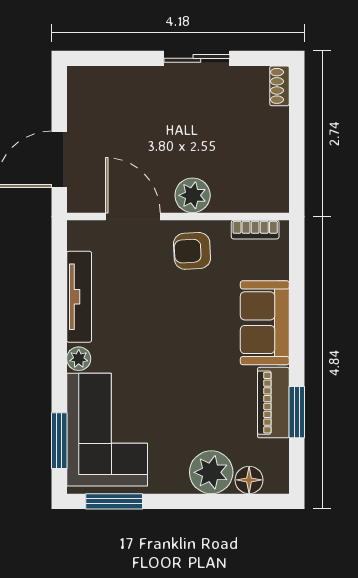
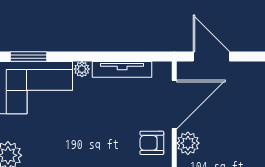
door: (133, 216) -> (174, 104), width x1.36
armchair: (192, 251) -> (152, 143), turned -87

